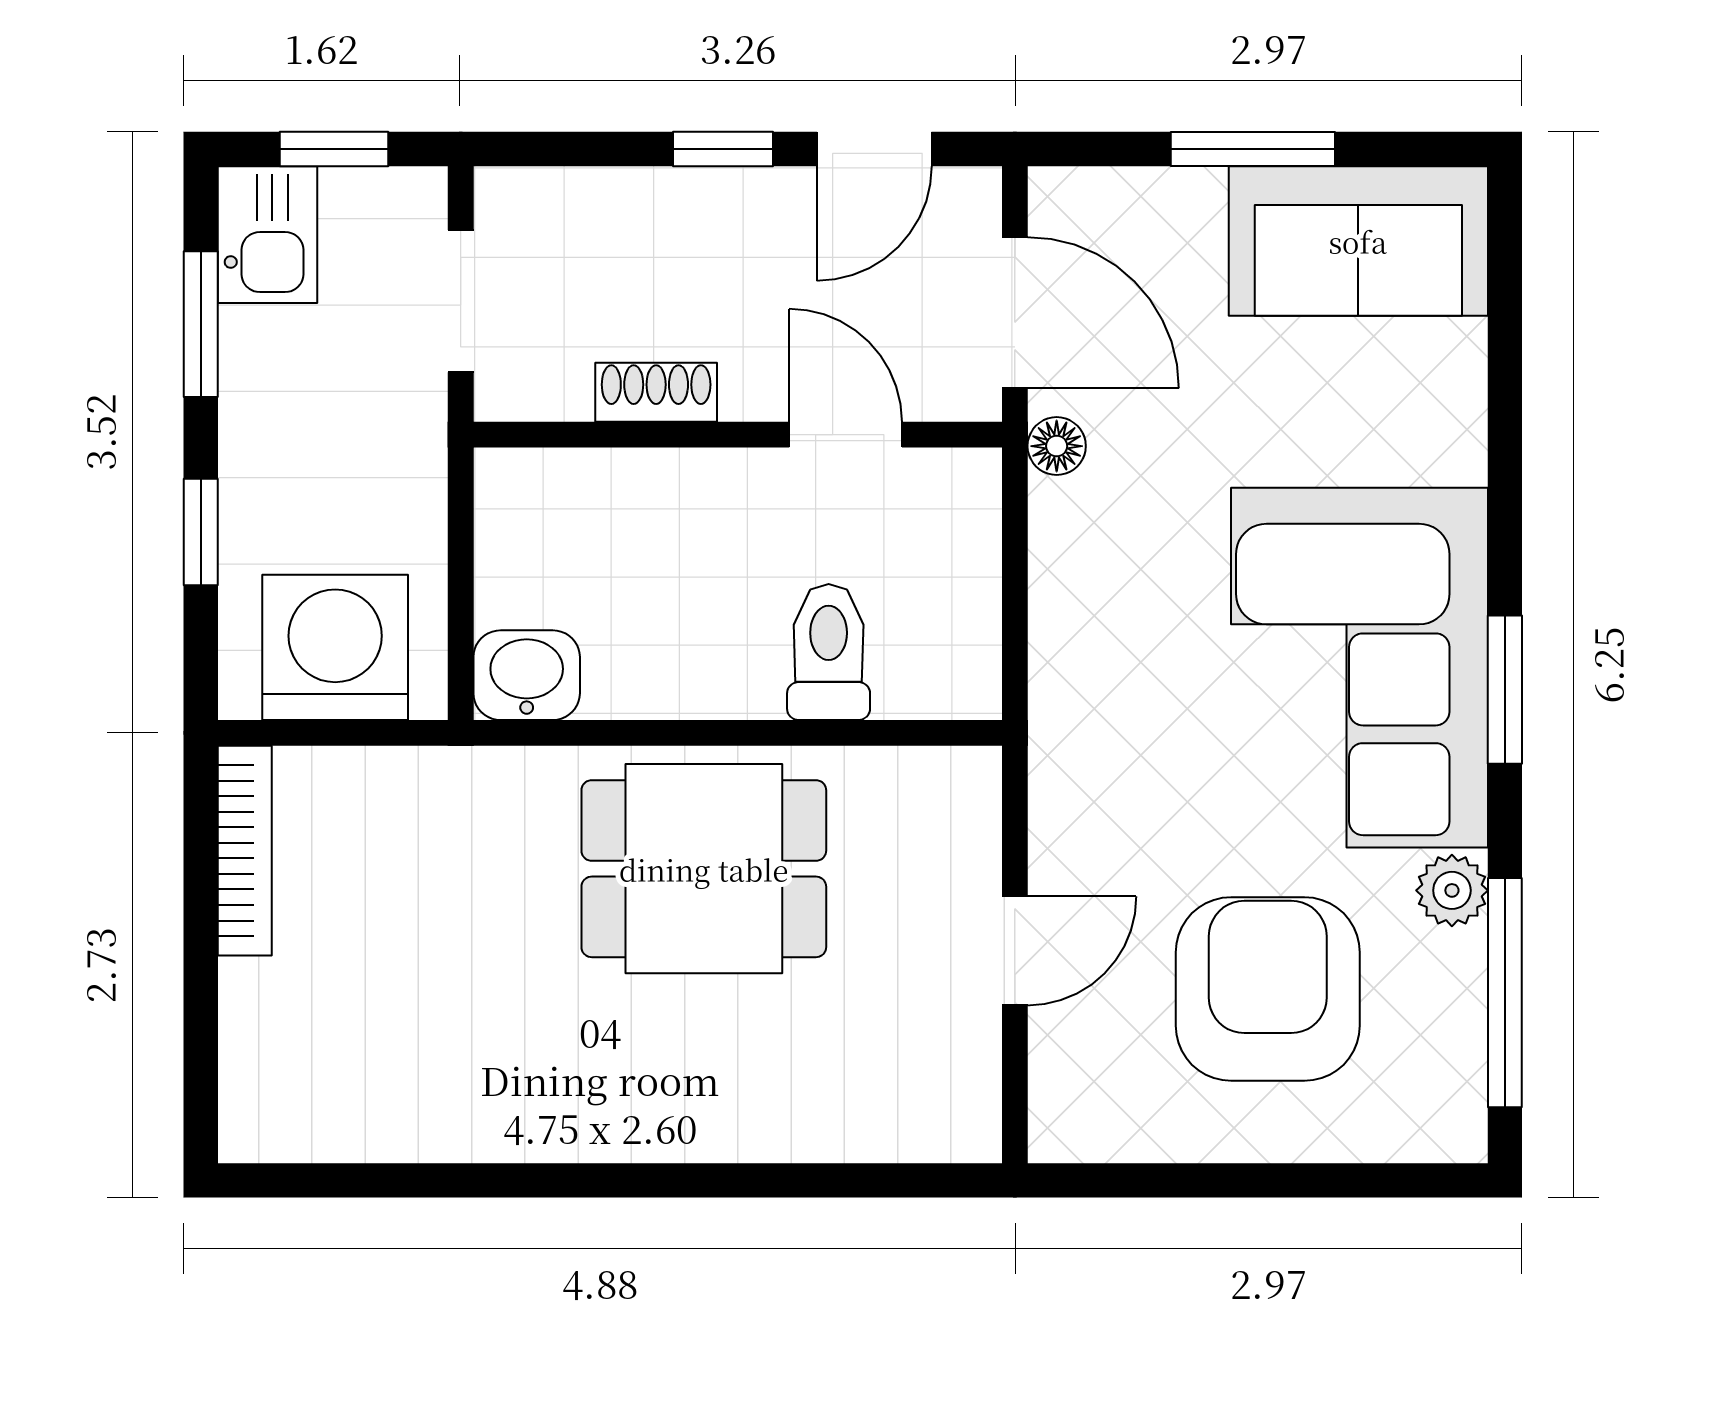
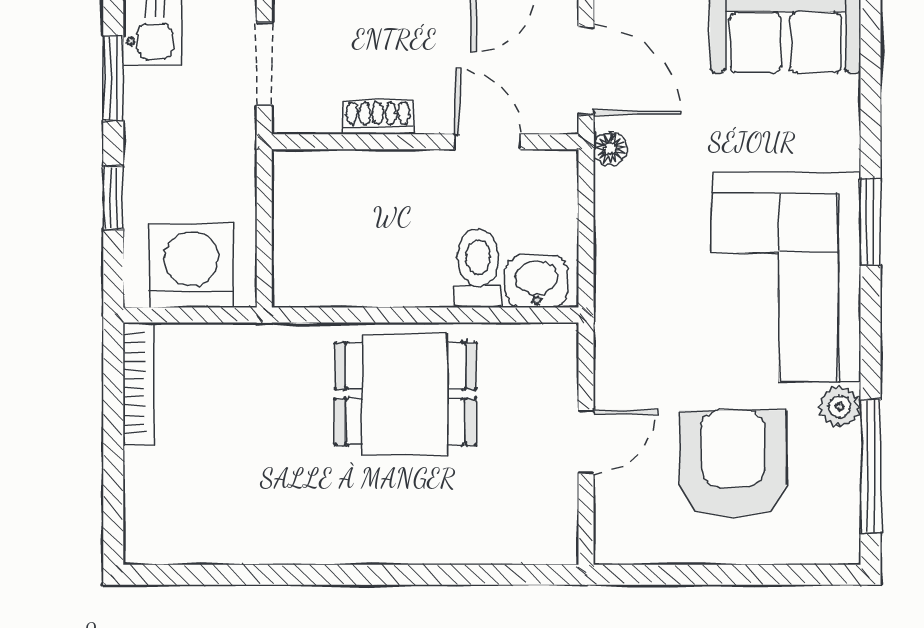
washbasin: (527, 675) -> (537, 281), moved
window: (1505, 690) -> (871, 222), moved

